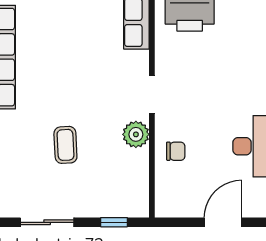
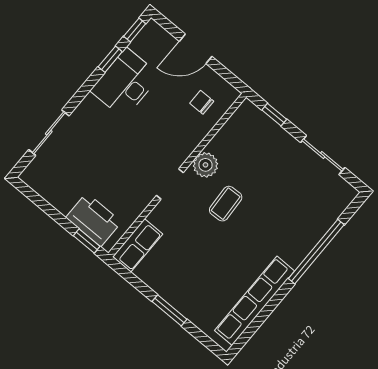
coffee table: (65, 145) -> (226, 204), moved
chair: (176, 151) -> (202, 102), moved

